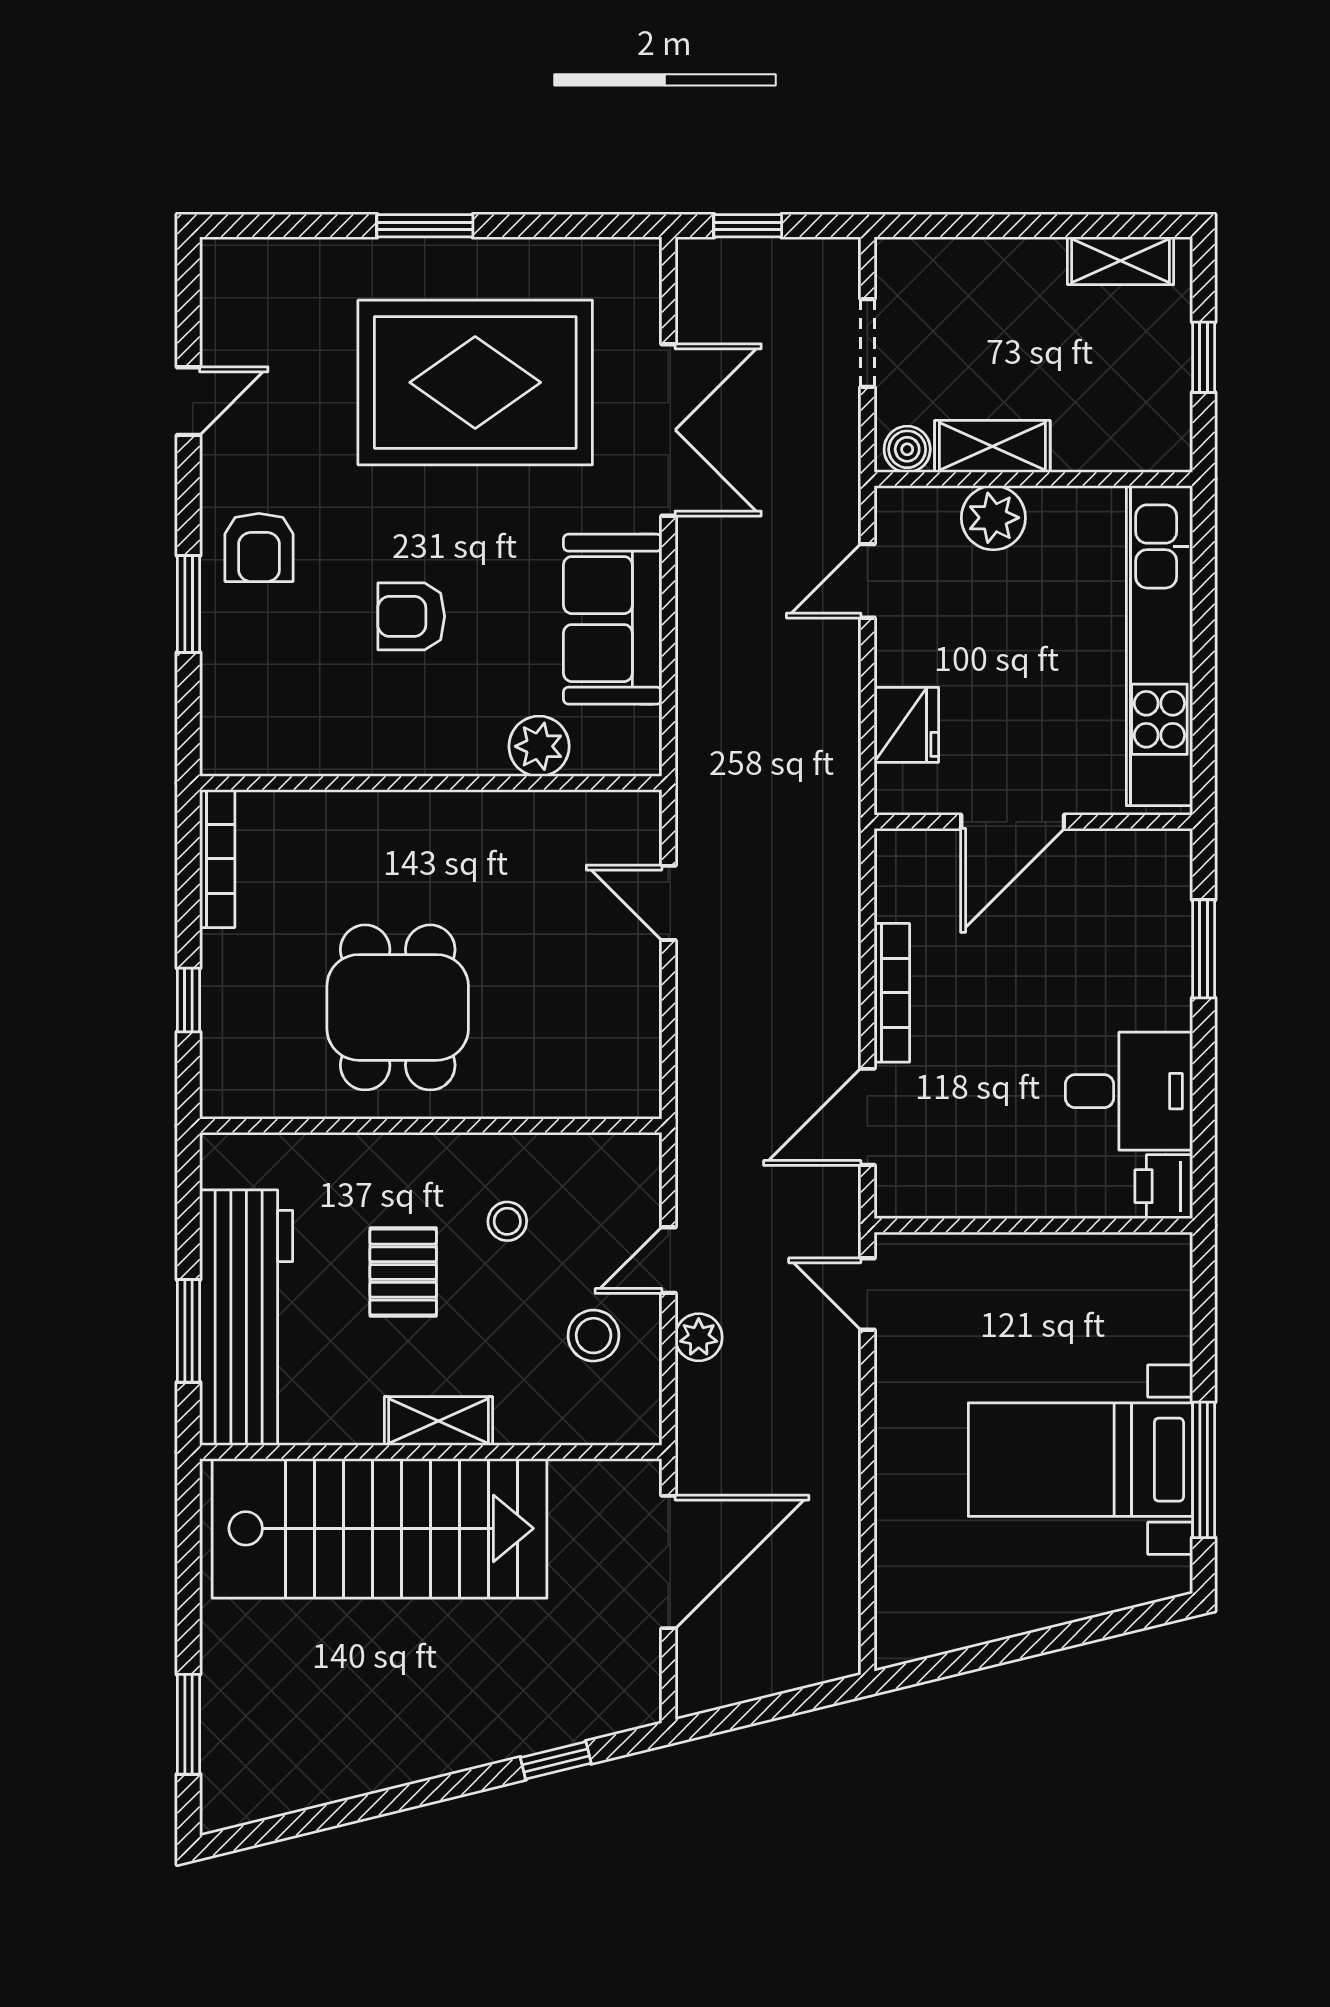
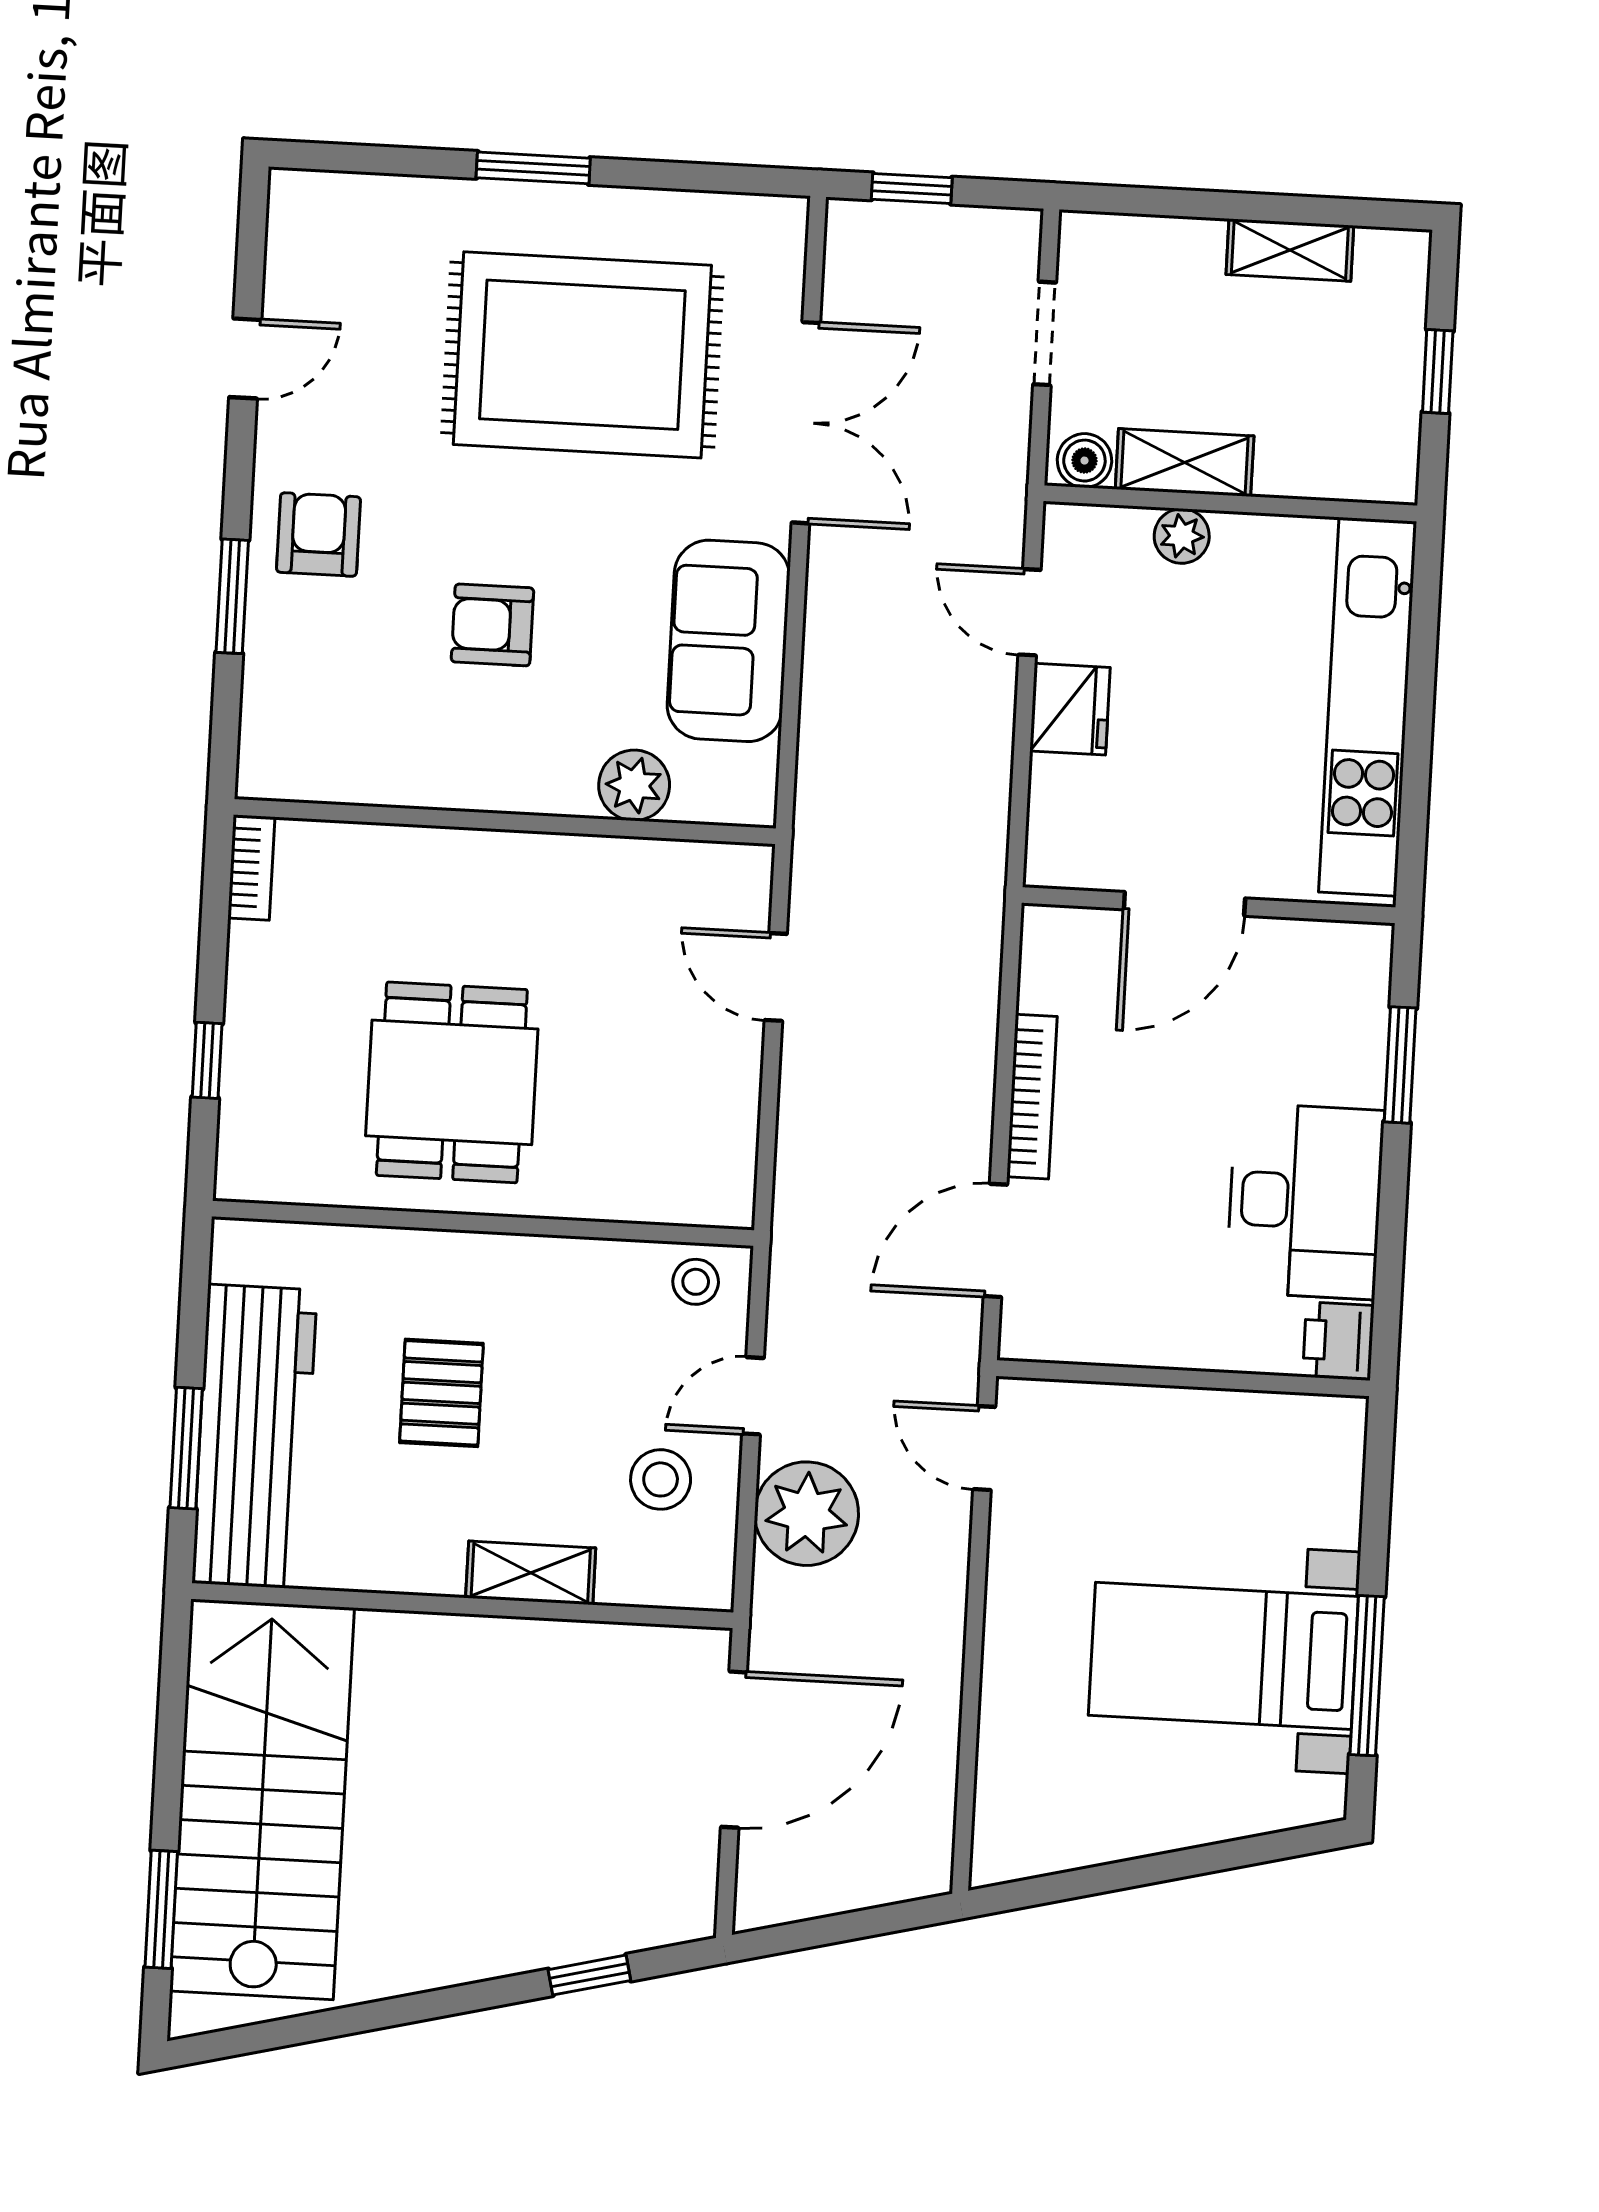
shelving: (1121, 261) -> (1290, 250), moved
plant: (993, 518) -> (1182, 536), width x0.73, depth x0.73
armchair: (259, 547) -> (318, 534), turned 180
door: (867, 581) -> (1030, 612), hinge flipped
fridge: (906, 725) -> (1070, 709), moved
bookcase: (217, 859) -> (251, 867), width x0.64
desk: (1129, 1091) -> (1305, 1201), width x1.37
stool: (507, 1221) -> (696, 1282), moved
plant: (699, 1337) -> (807, 1514), width x1.88, depth x1.88
shelving: (438, 1421) -> (531, 1573), moved
stairs: (380, 1528) -> (262, 1799), moved, turned -90

